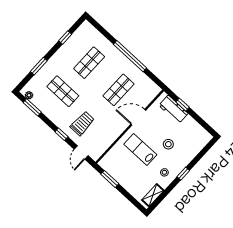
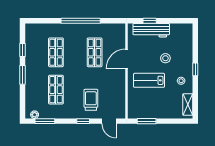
window: (39, 66) -> (22, 75), moved
shop shelf: (63, 91) -> (56, 90), turned 90
workbench: (173, 109) -> (151, 30), width x1.38

